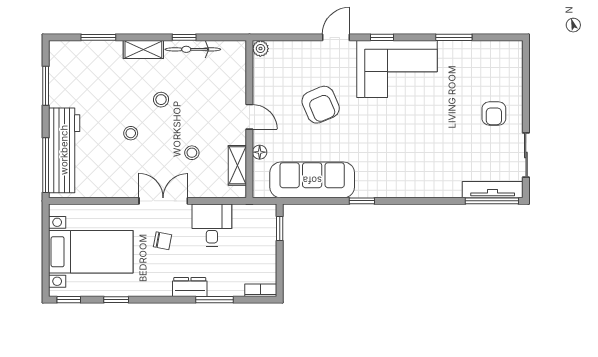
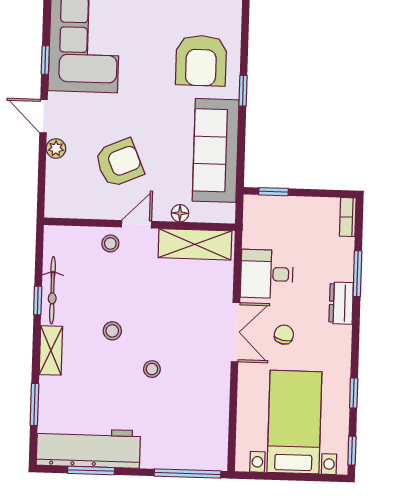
plant: (260, 49) -> (56, 149), moved
armchair: (321, 105) -> (119, 163), moved
workbench: (64, 150) -> (88, 448), moved
stool: (192, 153) -> (110, 243), moved
shelving: (237, 165) -> (195, 244), width x1.50, depth x1.33
armchair: (386, 166) -> (201, 61), added
double door: (163, 201) -> (235, 332), swing flipped

